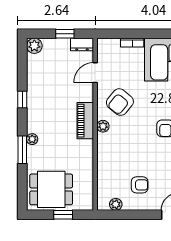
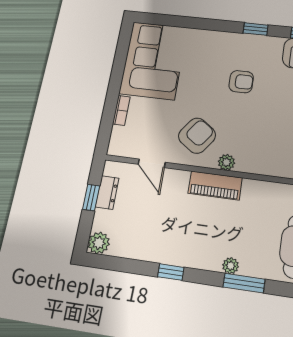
dresser: (82, 45) -> (107, 192), moved
armchair: (120, 102) -> (197, 136), turned -93

